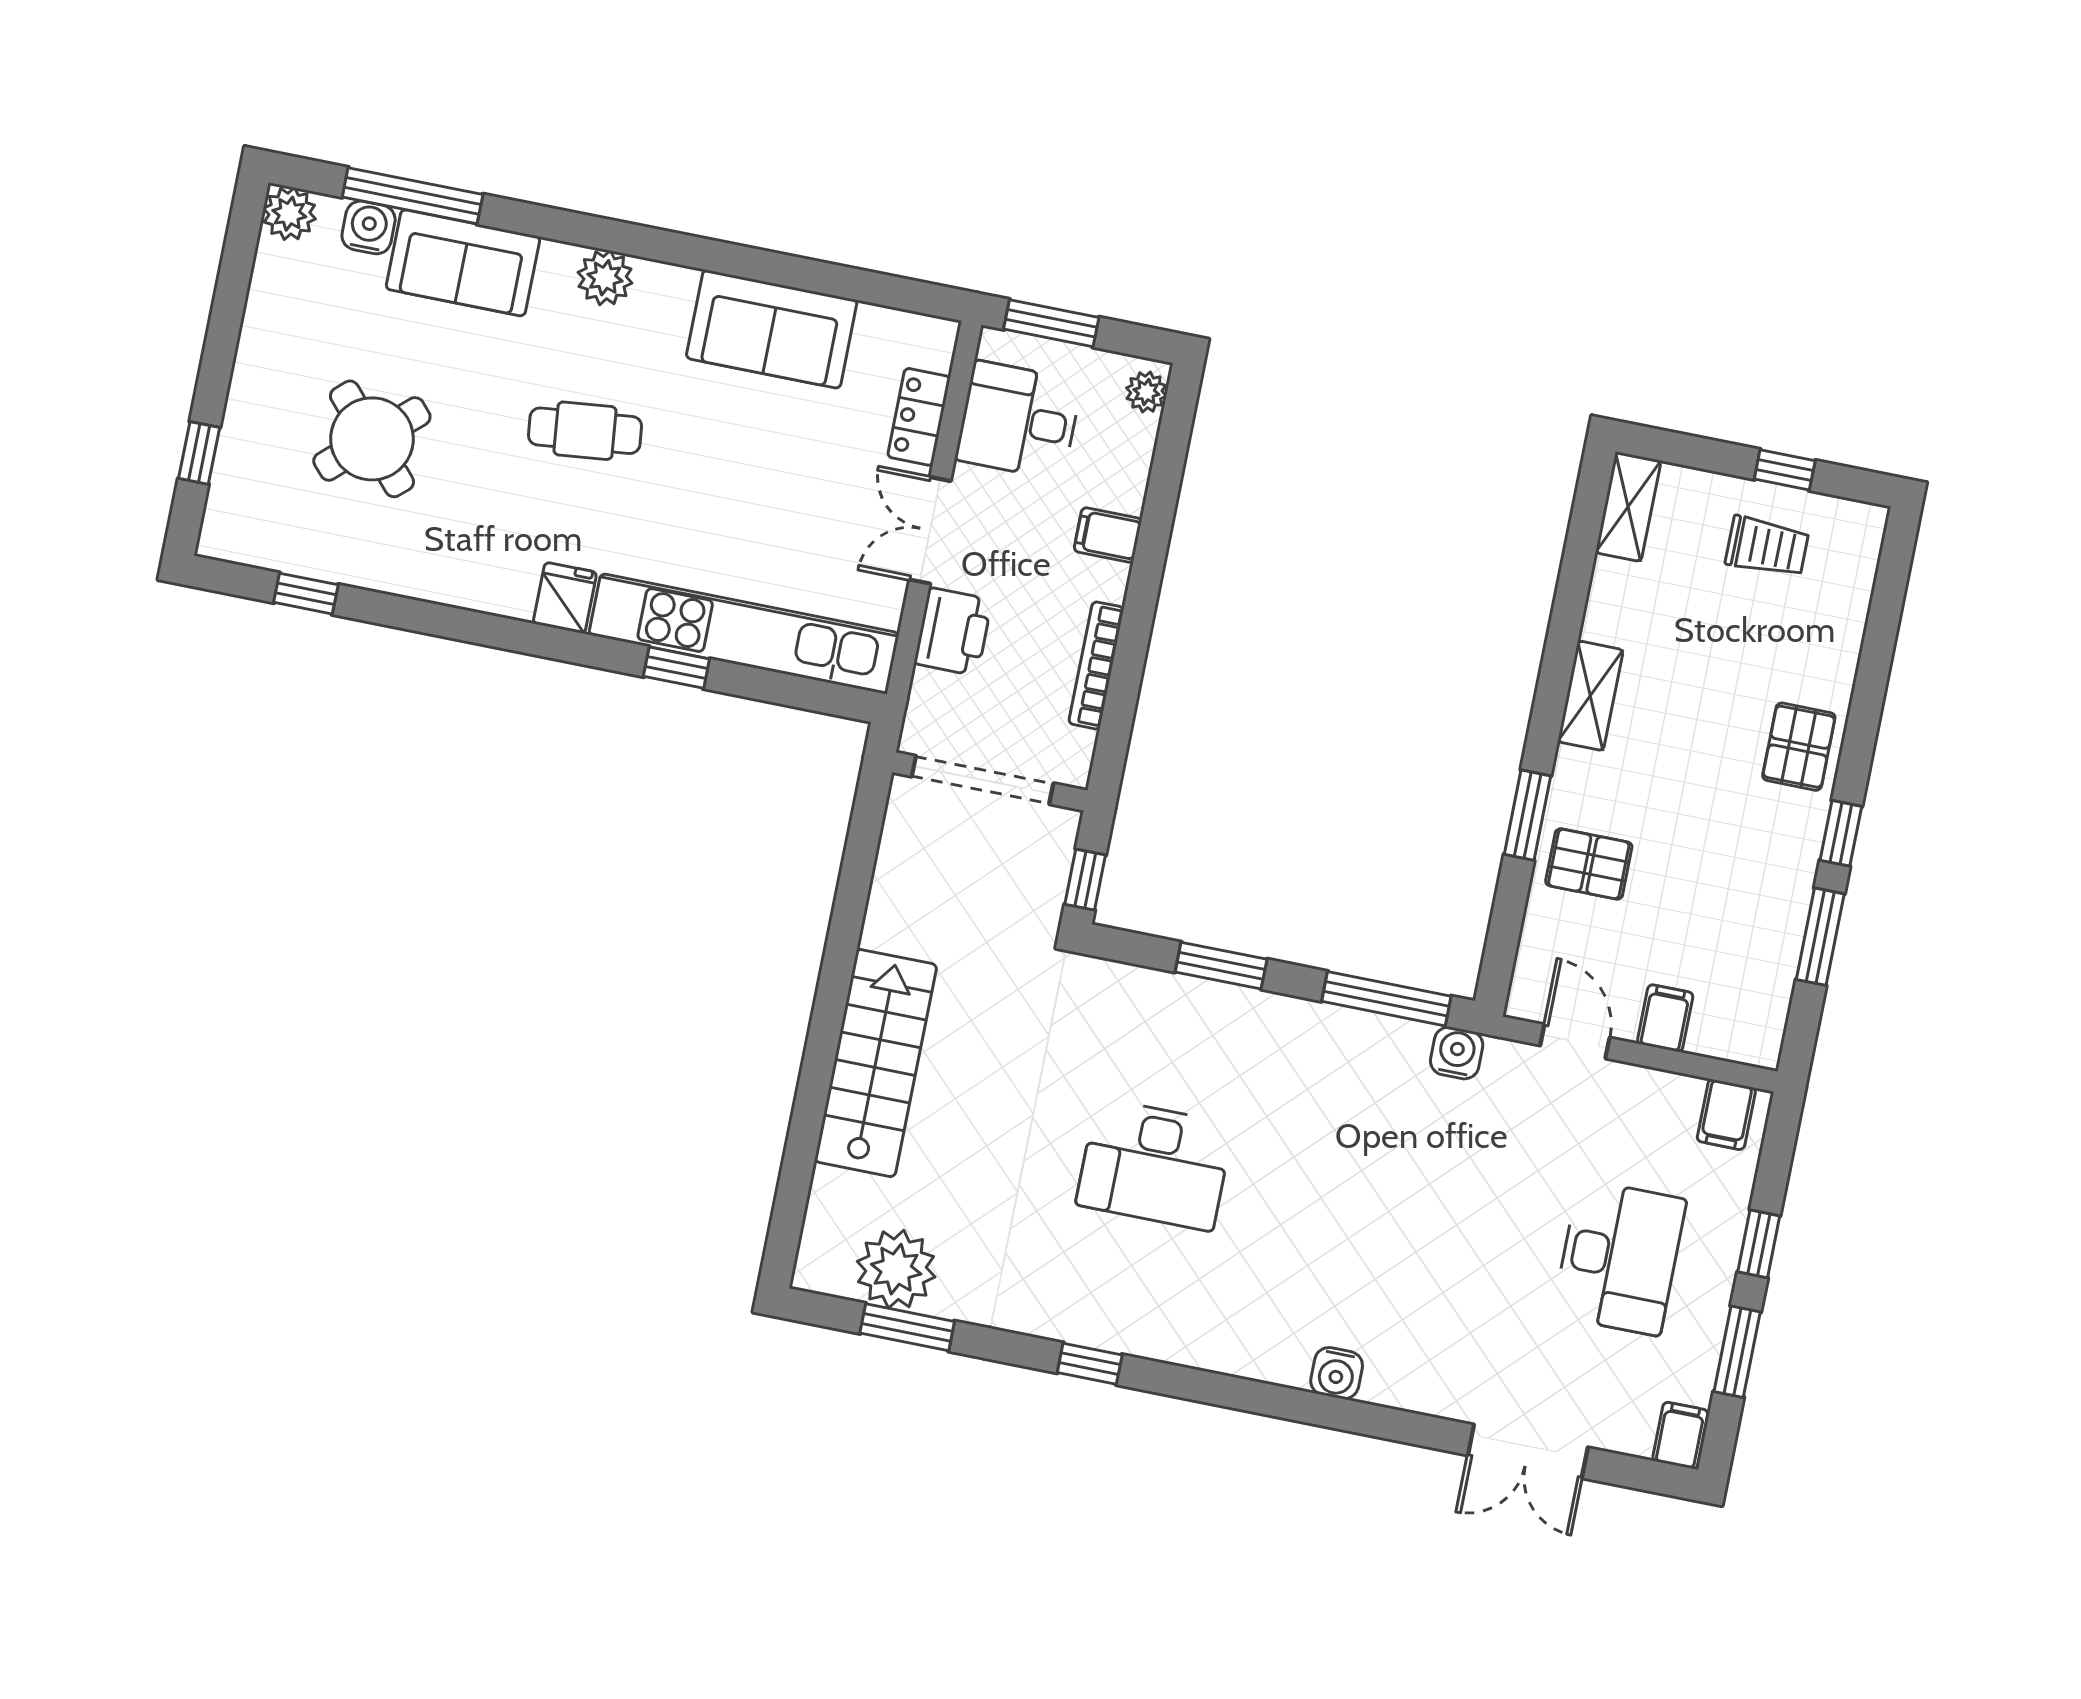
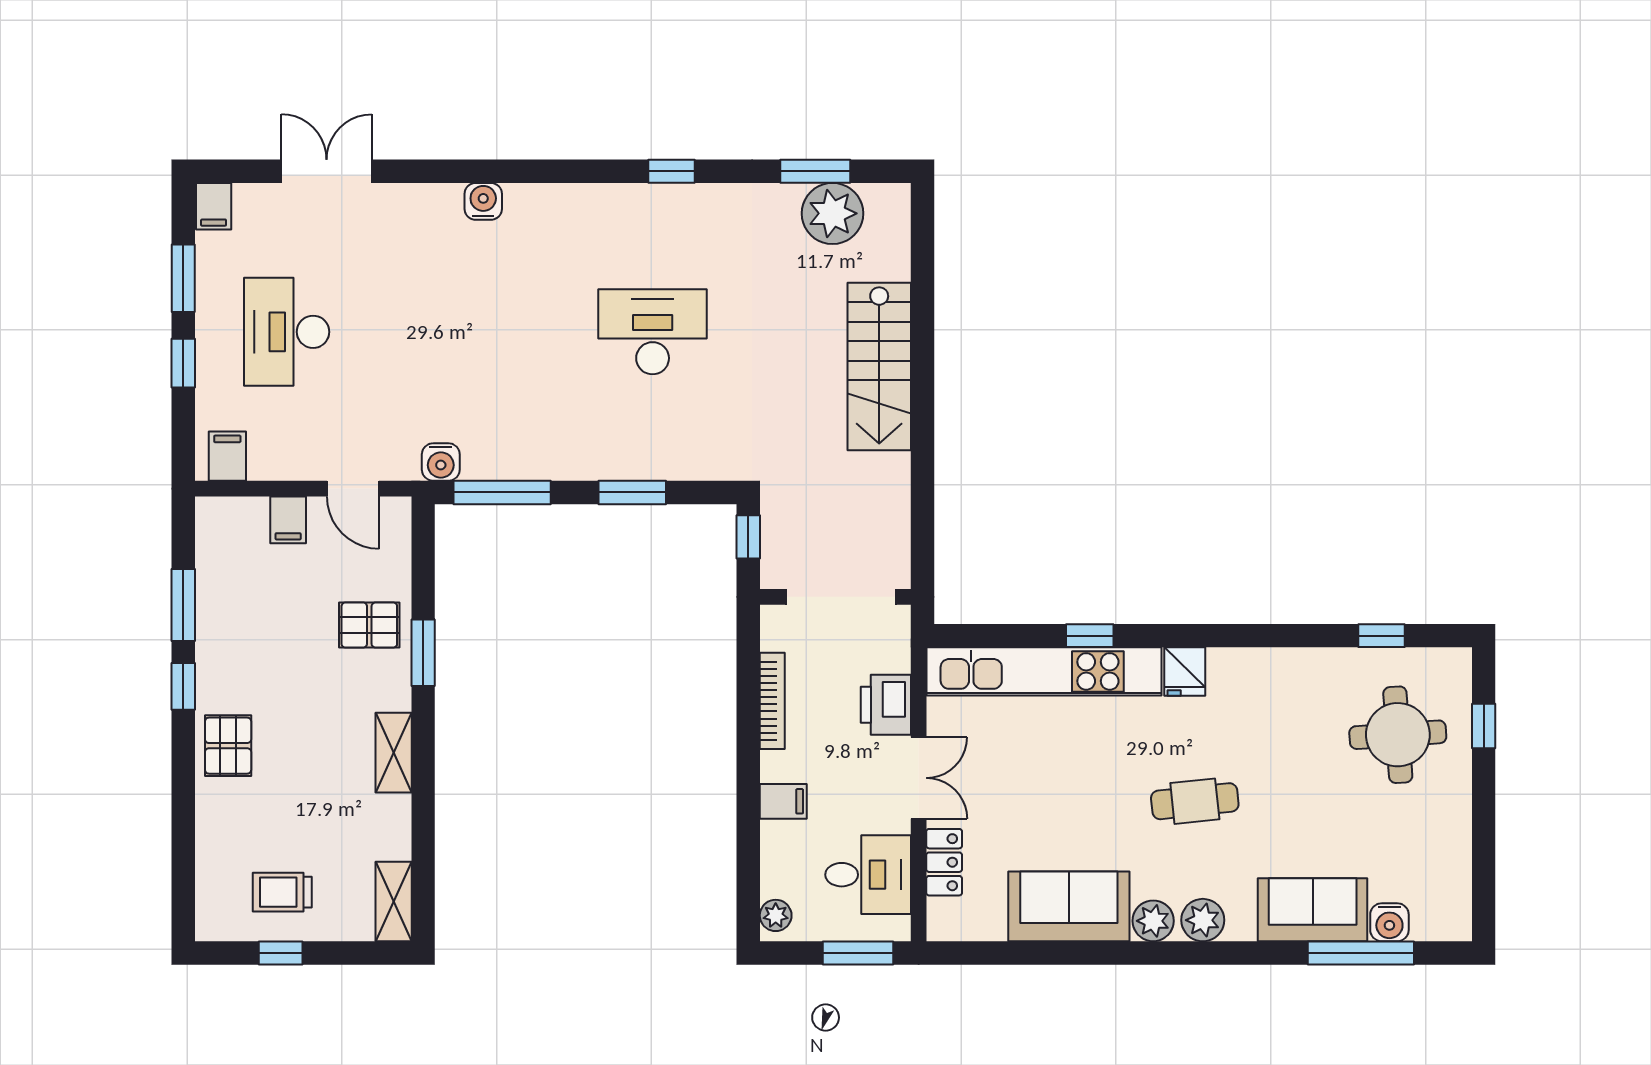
plant: (289, 214) -> (1153, 921), moved
round table: (372, 439) -> (1398, 735), moved, turned 38

